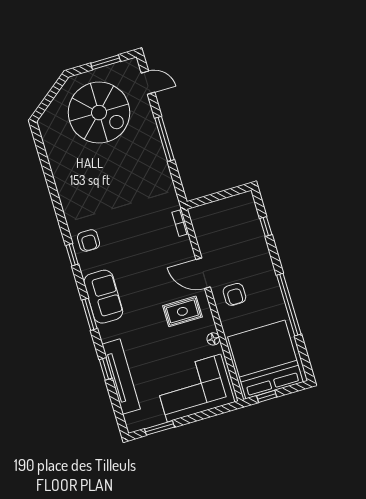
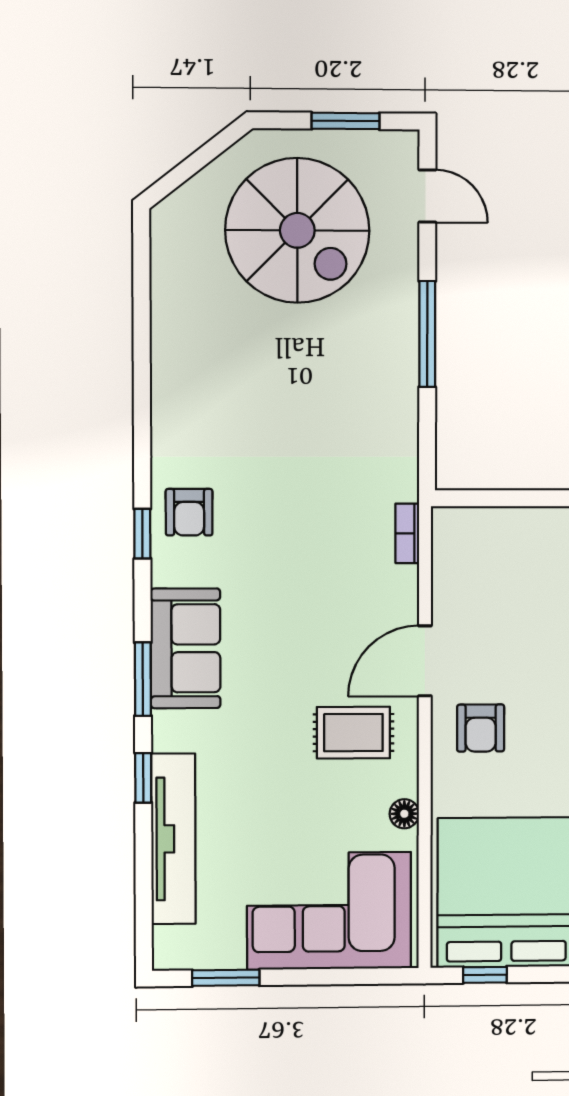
door: (203, 273) -> (425, 661), hinge flipped
window: (106, 369) -> (143, 778), moved

